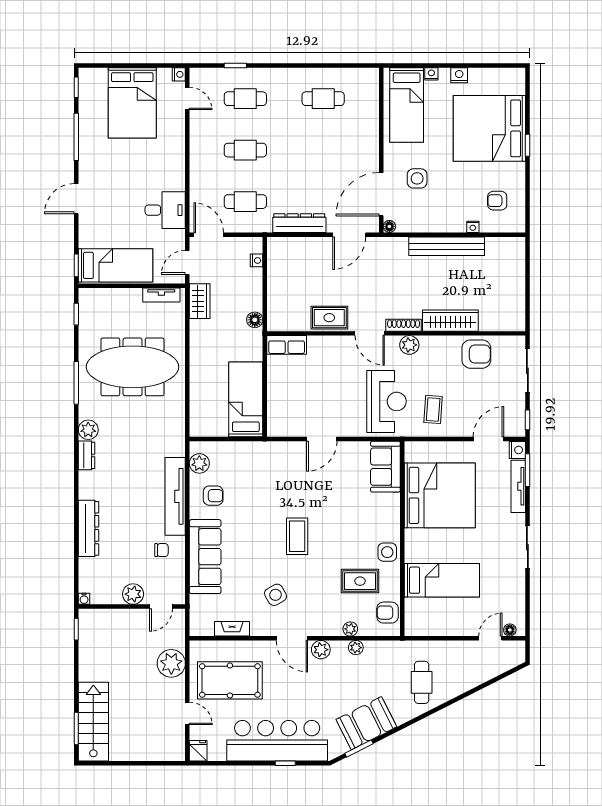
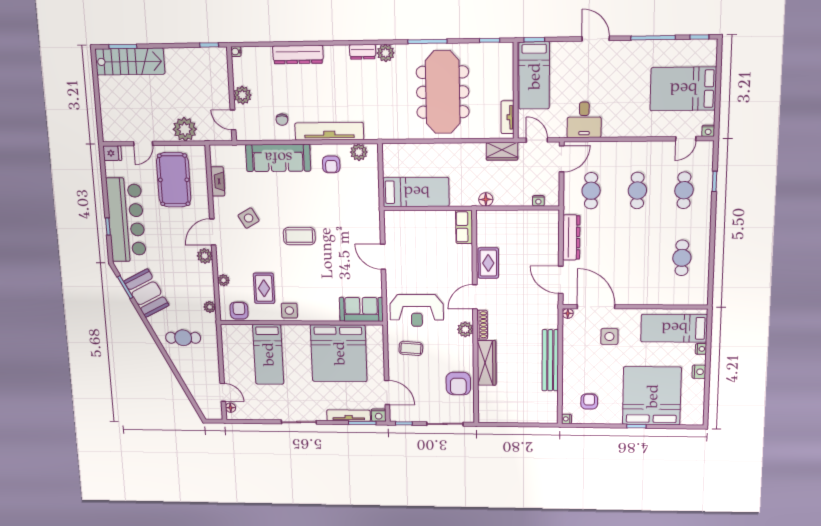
nightstand: (473, 227) -> (567, 419), moved
plant: (356, 648) -> (210, 307), moved

